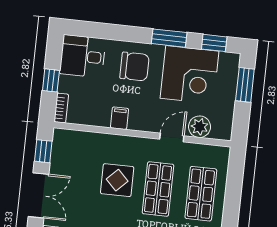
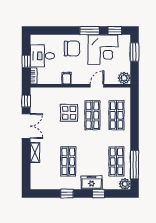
desk: (83, 56) -> (42, 56), moved
plant: (200, 127) -> (124, 78), moved

